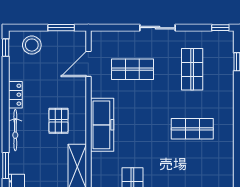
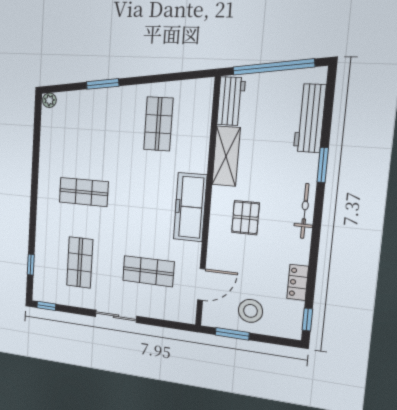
stool: (32, 45) -> (250, 311), moved
locker: (15, 95) -> (298, 282), moved

